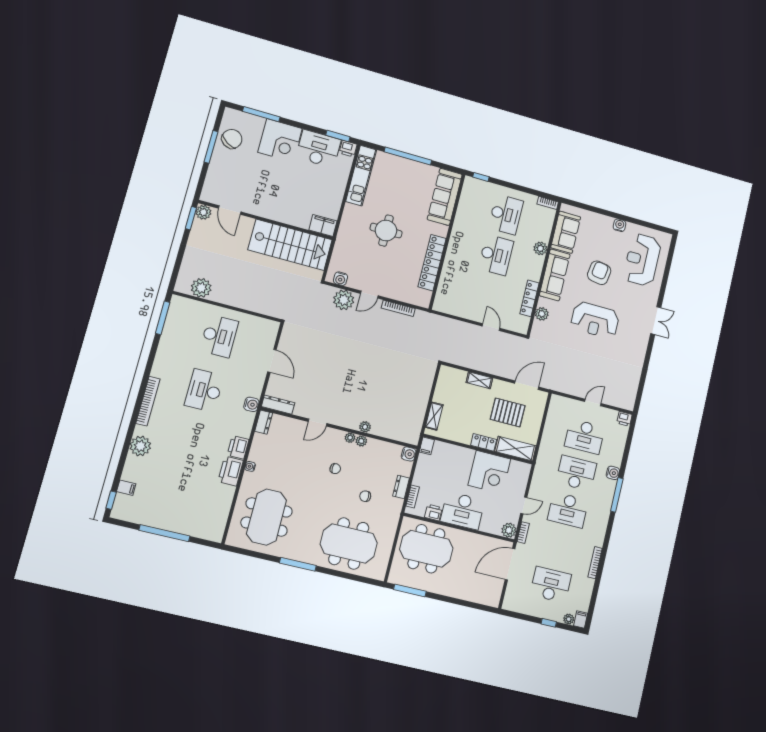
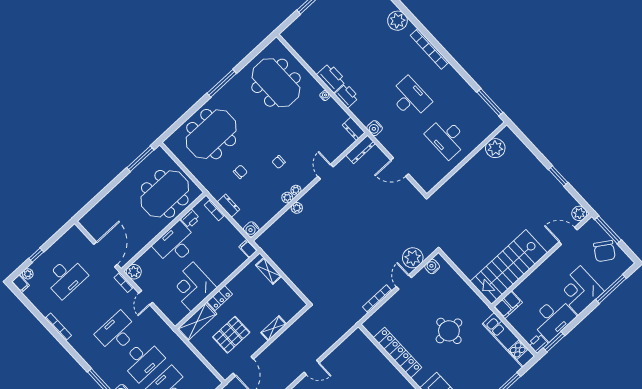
door: (230, 210) -> (568, 236), moved
plant: (203, 212) -> (579, 213), moved
wall: (266, 220) -> (542, 260), moved
filing cabinet: (323, 226) -> (508, 305), moved
stairs: (290, 245) -> (509, 267), moved

